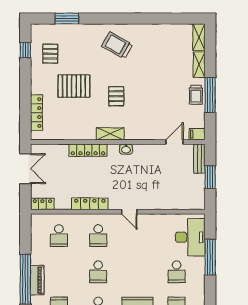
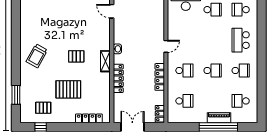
pallet: (74, 86) -> (68, 89), turned 90

